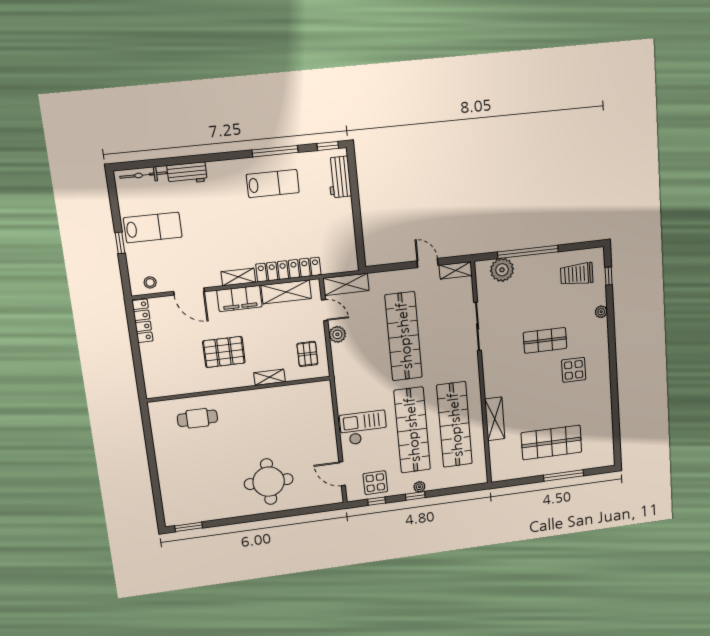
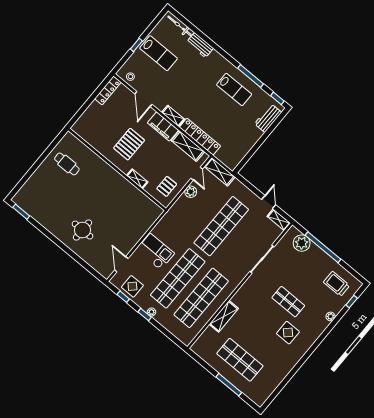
pallet: (224, 352) -> (129, 144), turned 90
cafe table: (197, 418) -> (67, 164), moved
round table: (269, 482) -> (82, 230), width x0.73, depth x0.73

